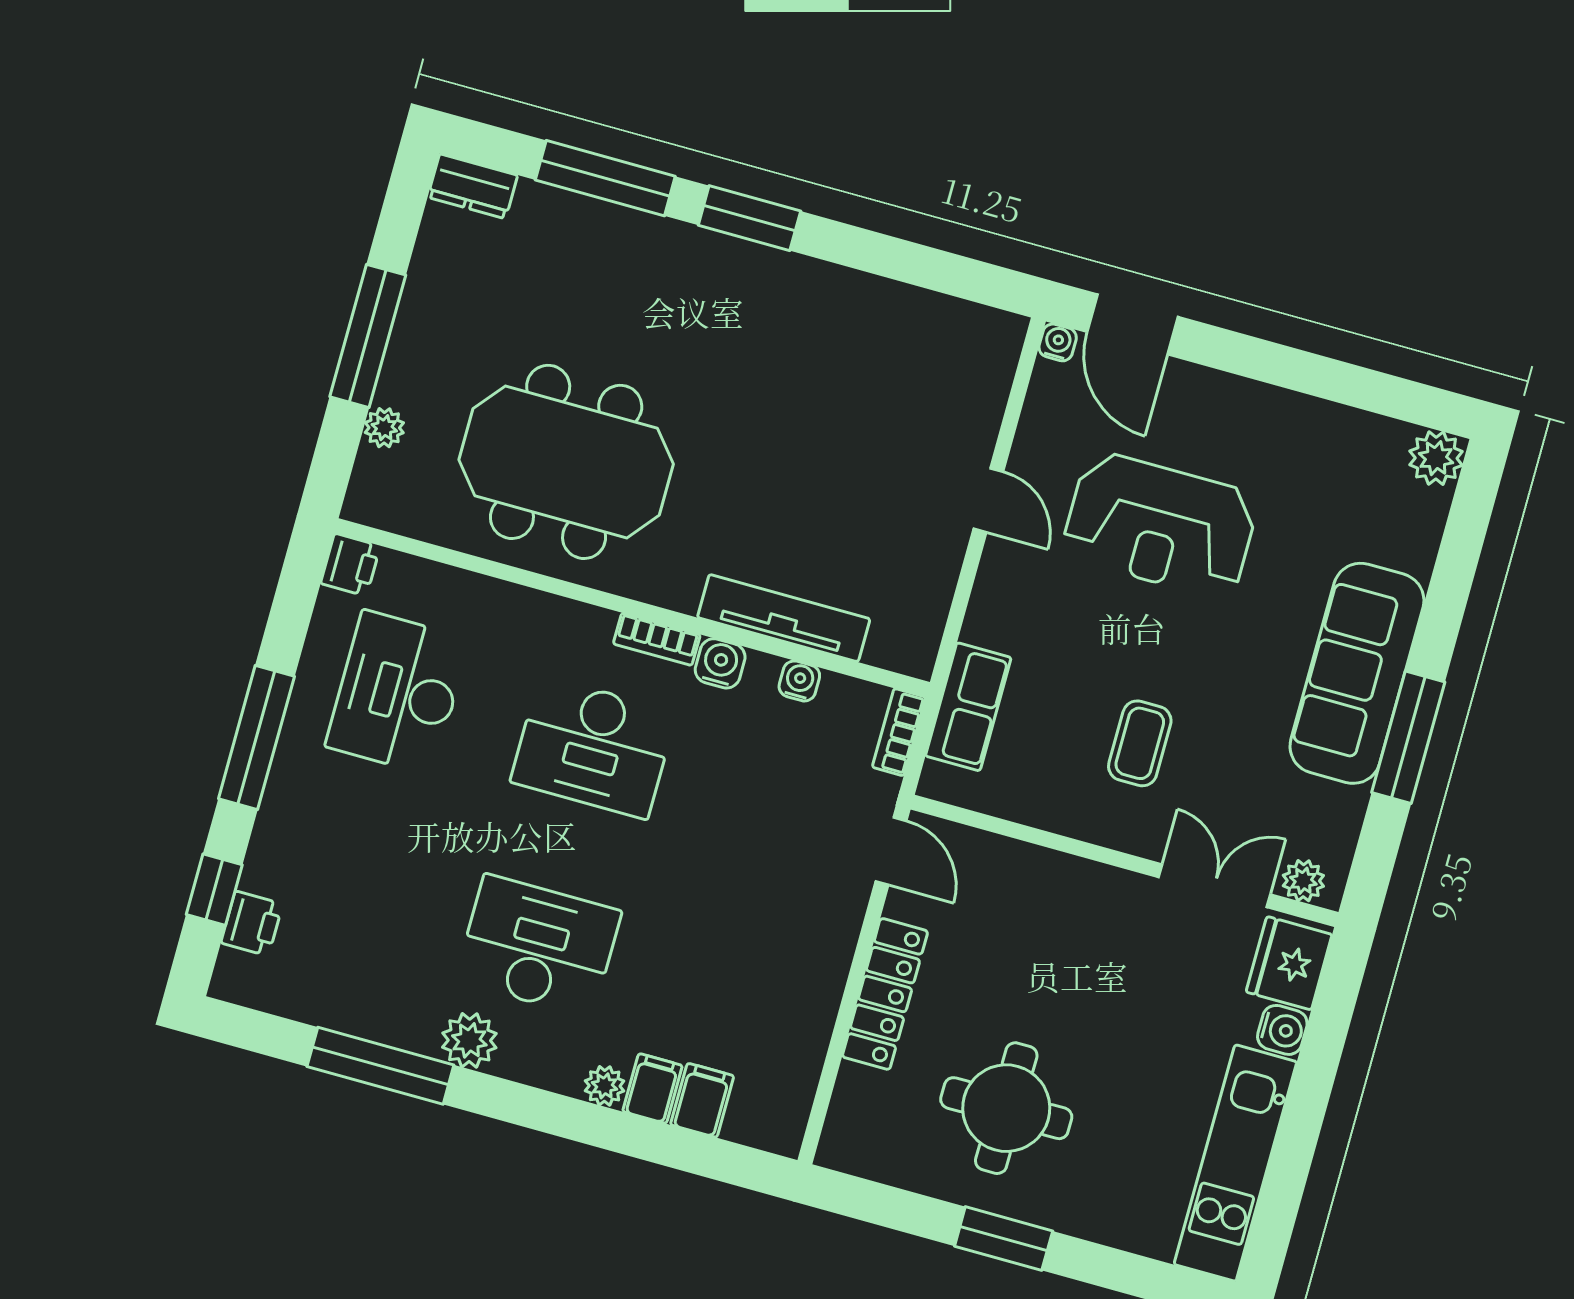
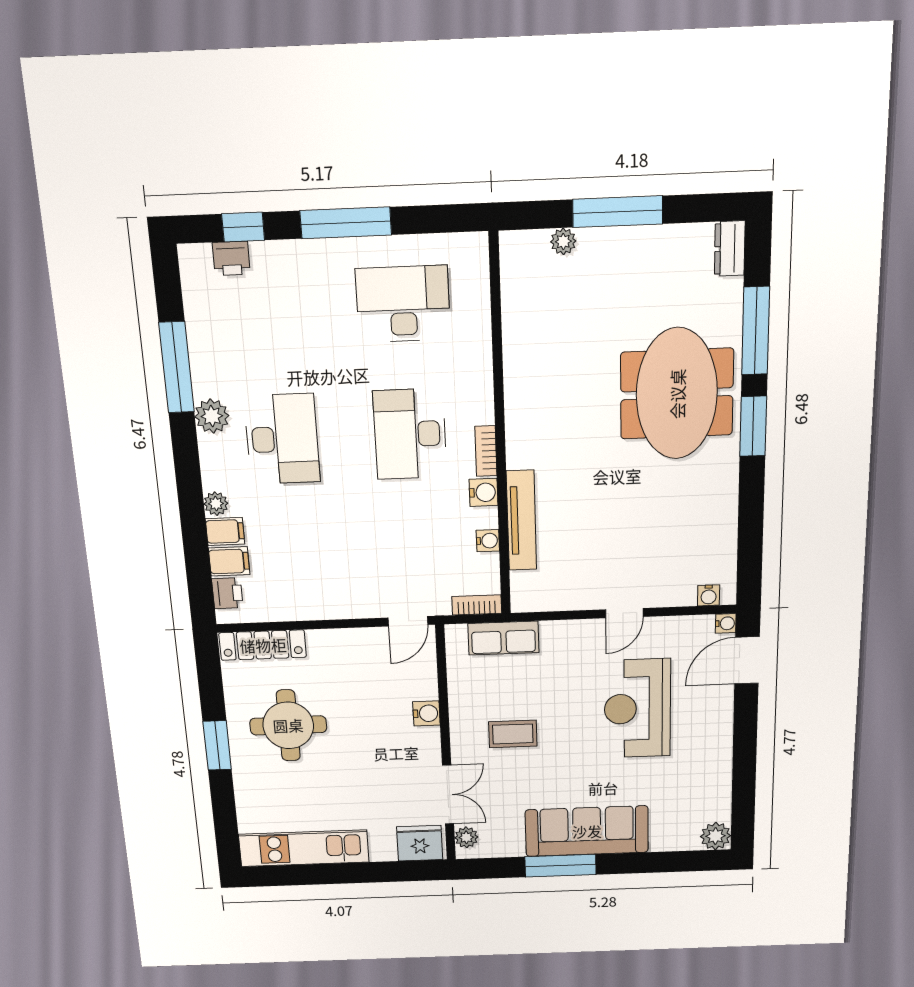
water cooler: (1001, 358) -> (709, 595), added
meeting table: (566, 462) -> (677, 394), moved
printer: (350, 565) -> (227, 593), moved, turned -90
locker: (885, 994) -> (263, 645), moved
water cooler: (1282, 1030) -> (426, 713), moved, turned -90

